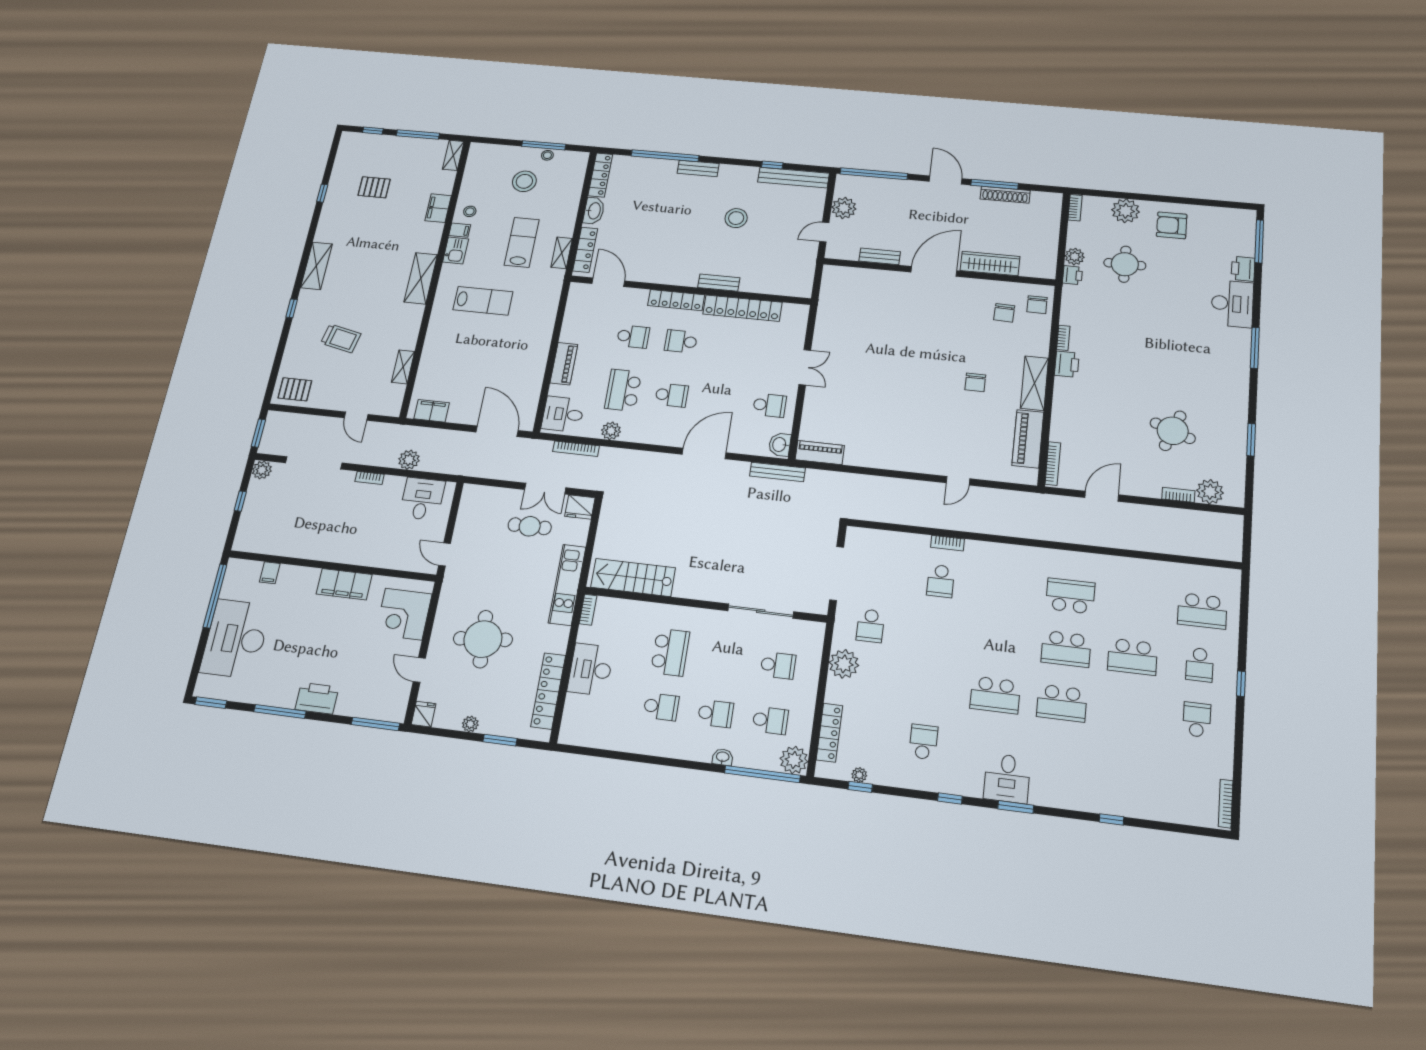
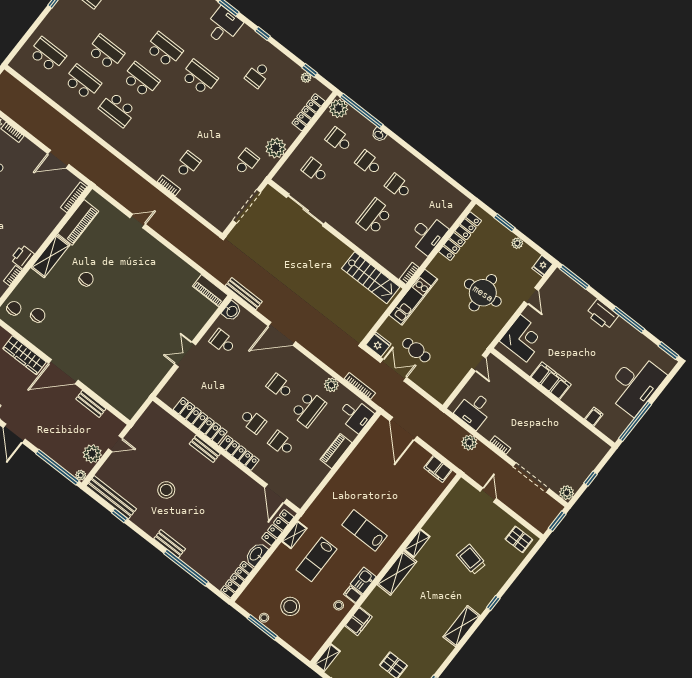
plant: (842, 180) -> (81, 475), added
shelving: (403, 367) -> (417, 543), moved
school desk: (1200, 665) -> (82, 82), moved, width x1.85

